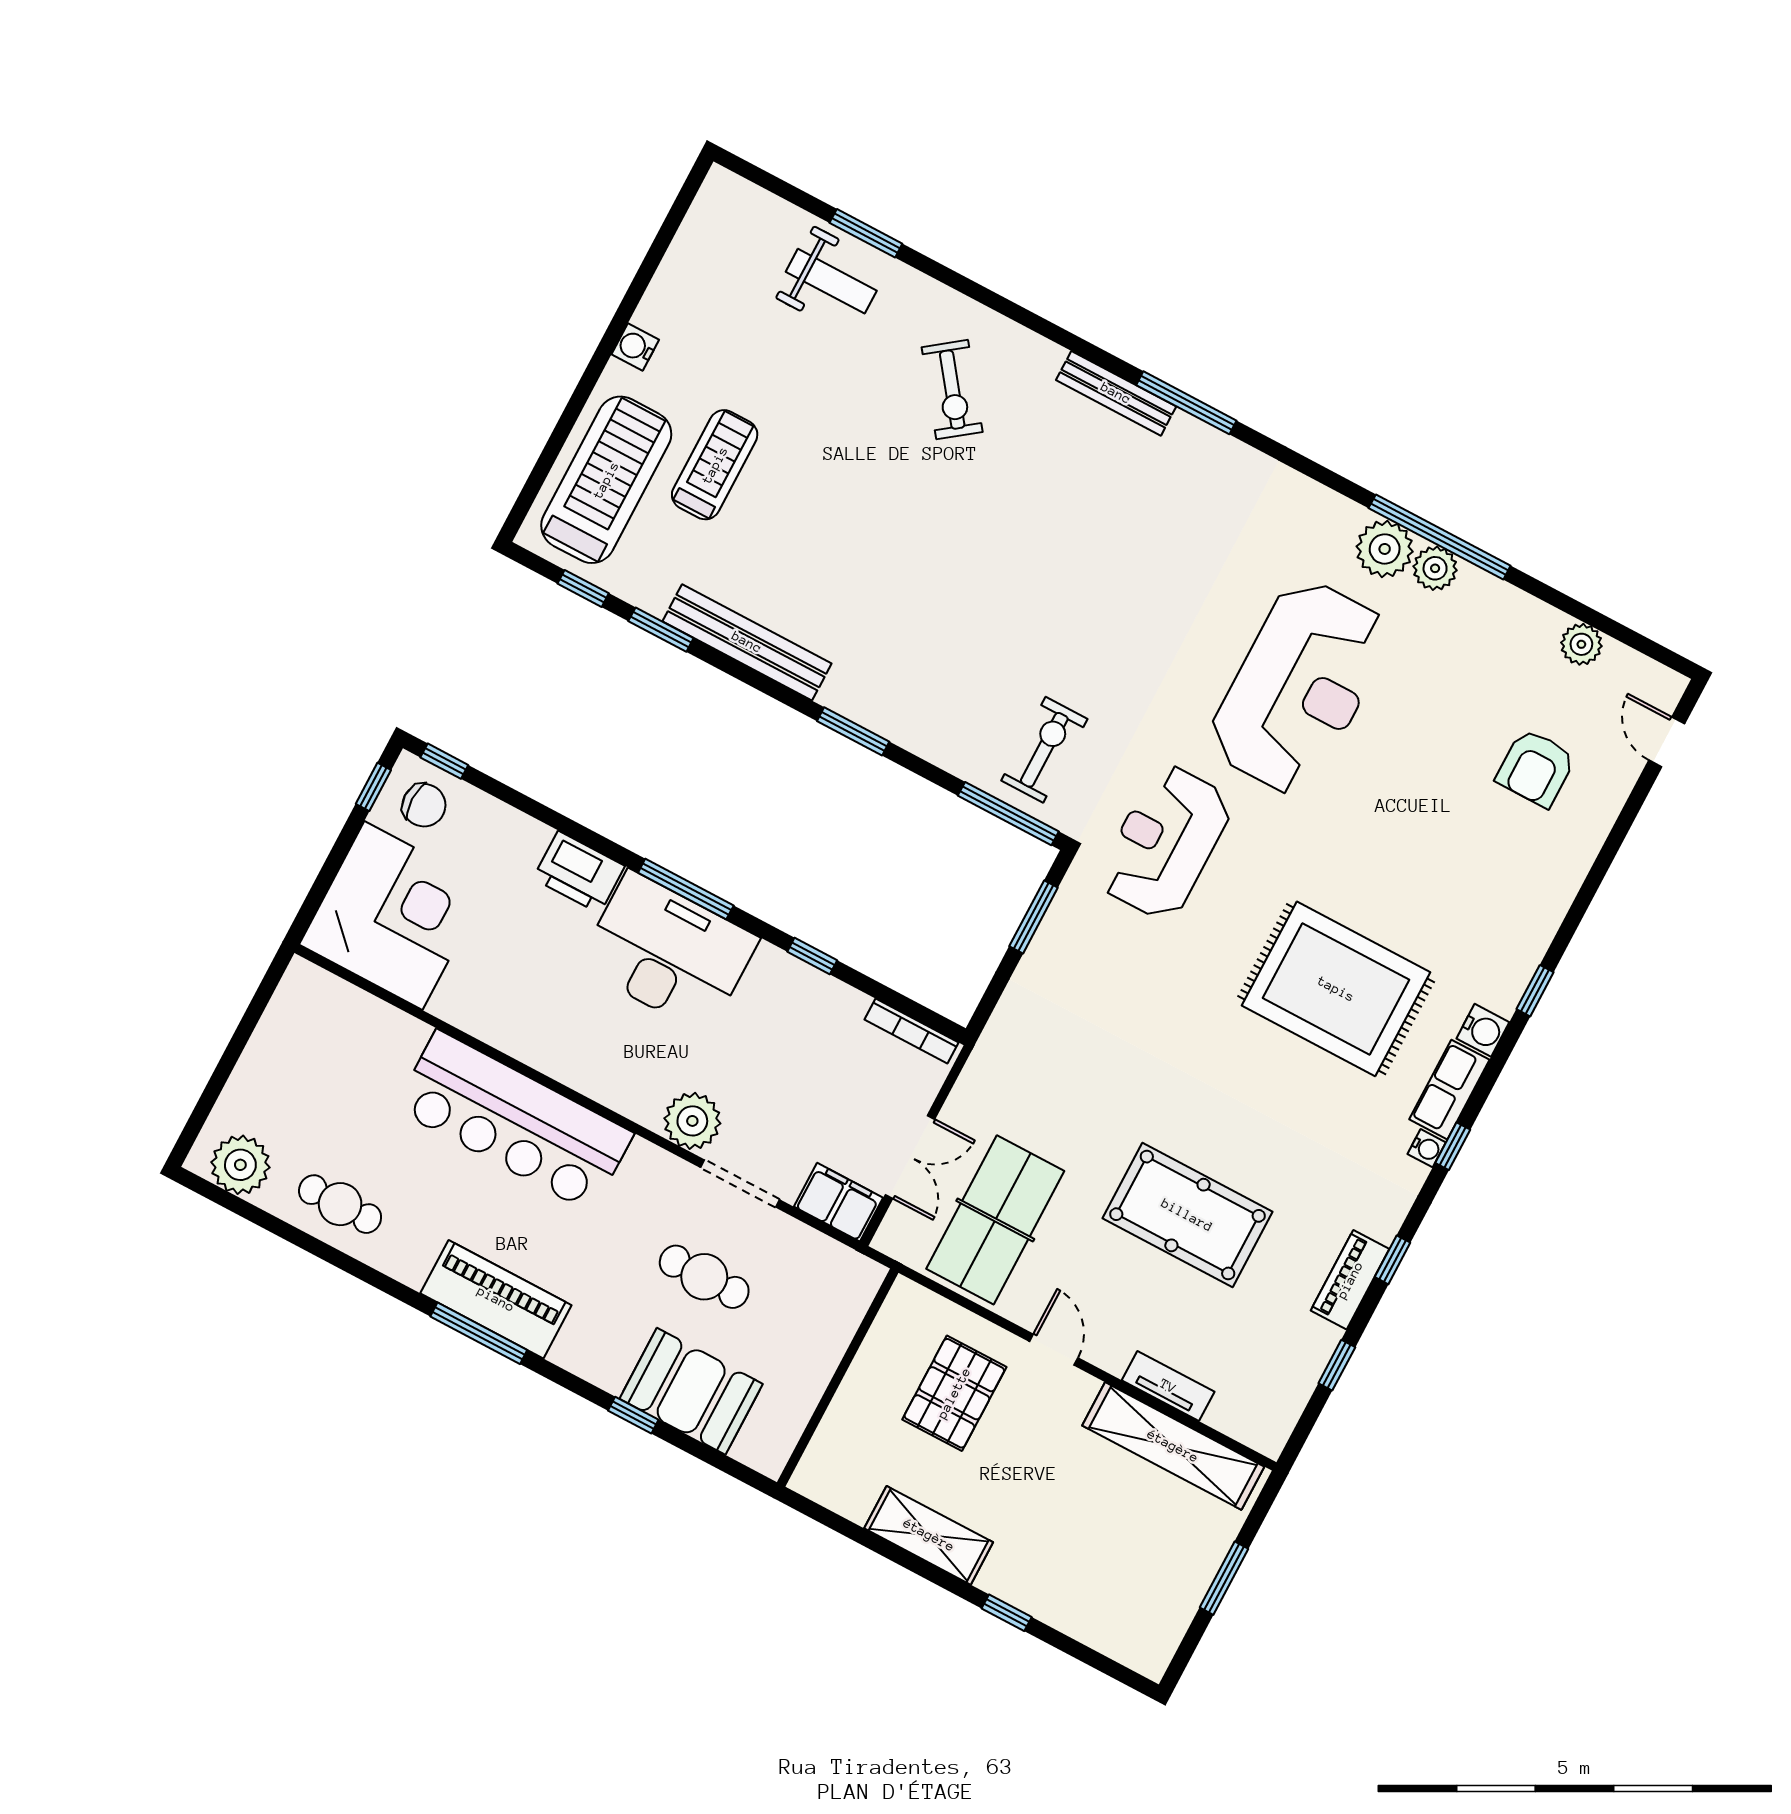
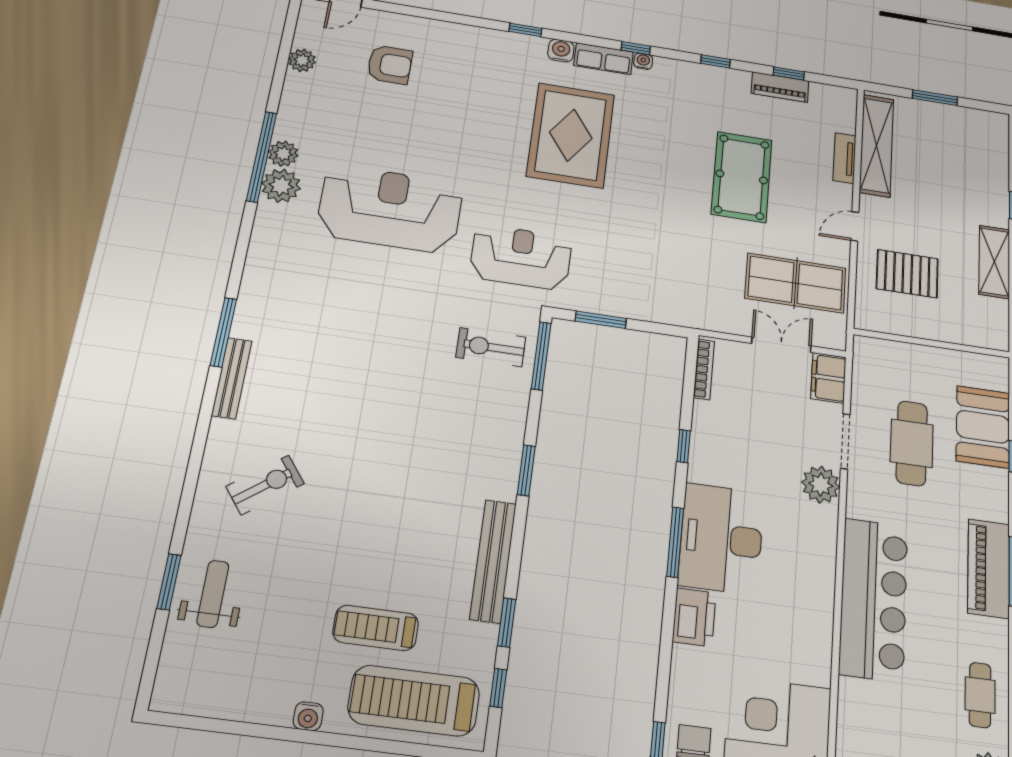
reception desk: (1165, 842) -> (521, 257), turned 180
cafe table: (704, 1277) -> (912, 443), width x1.37, depth x1.35
piano: (1350, 1280) -> (780, 87), moved

